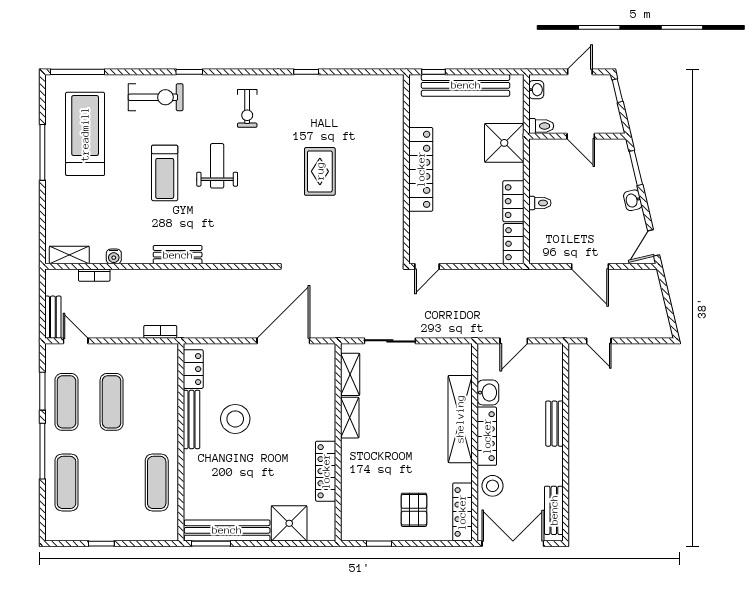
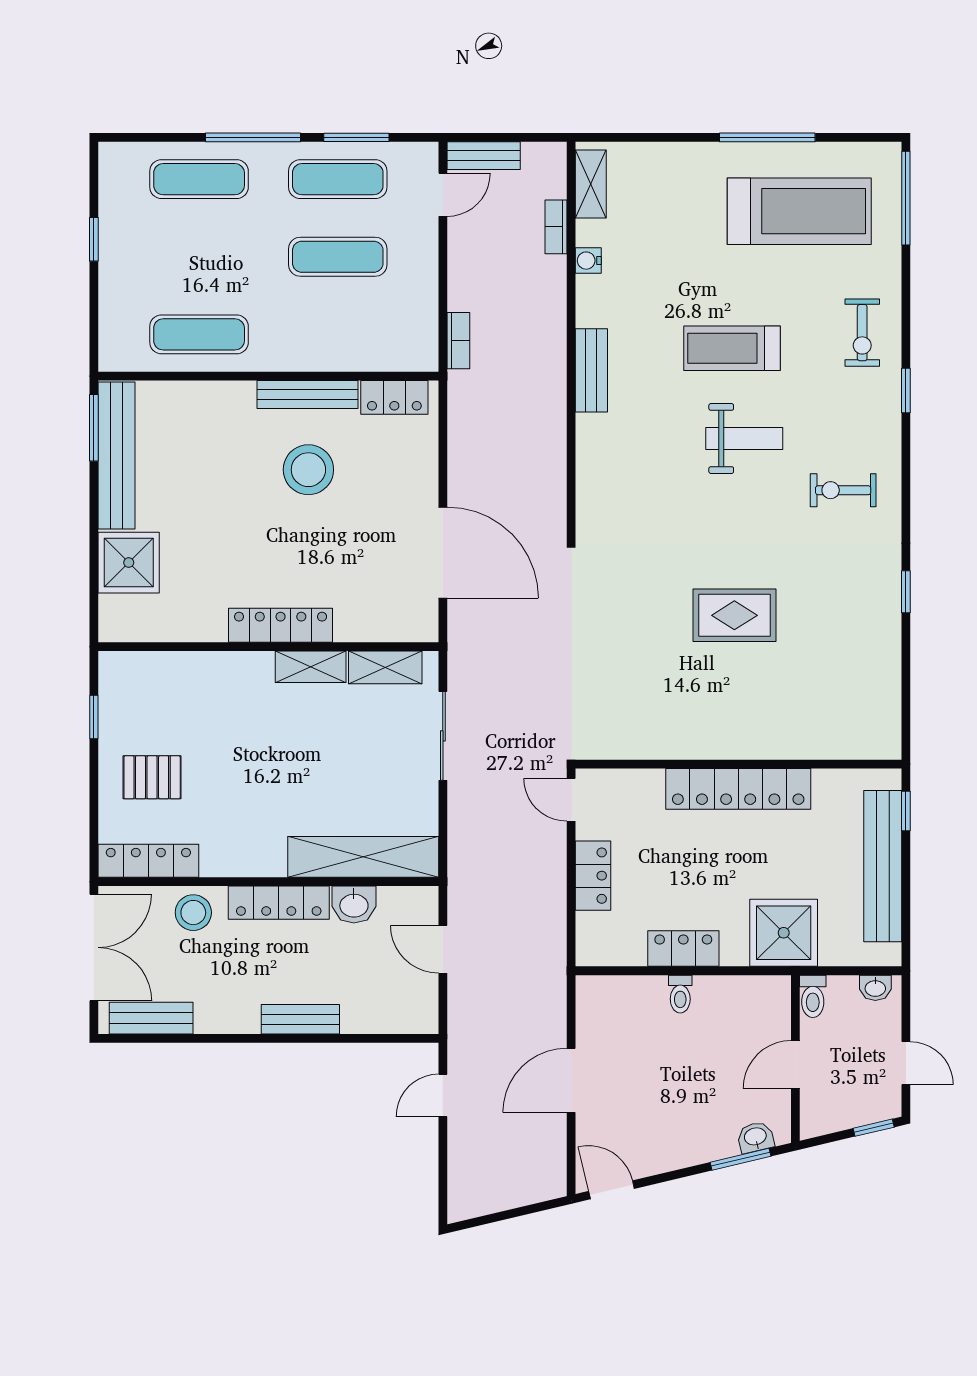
exercise bike: (156, 97) -> (862, 333), width x0.73, depth x0.72
washbasin: (633, 200) -> (756, 1137), moved
locker: (514, 244) -> (593, 876), moved, turned 90
shelving: (460, 419) -> (363, 857), moved
locker: (326, 471) -> (281, 625), moved

